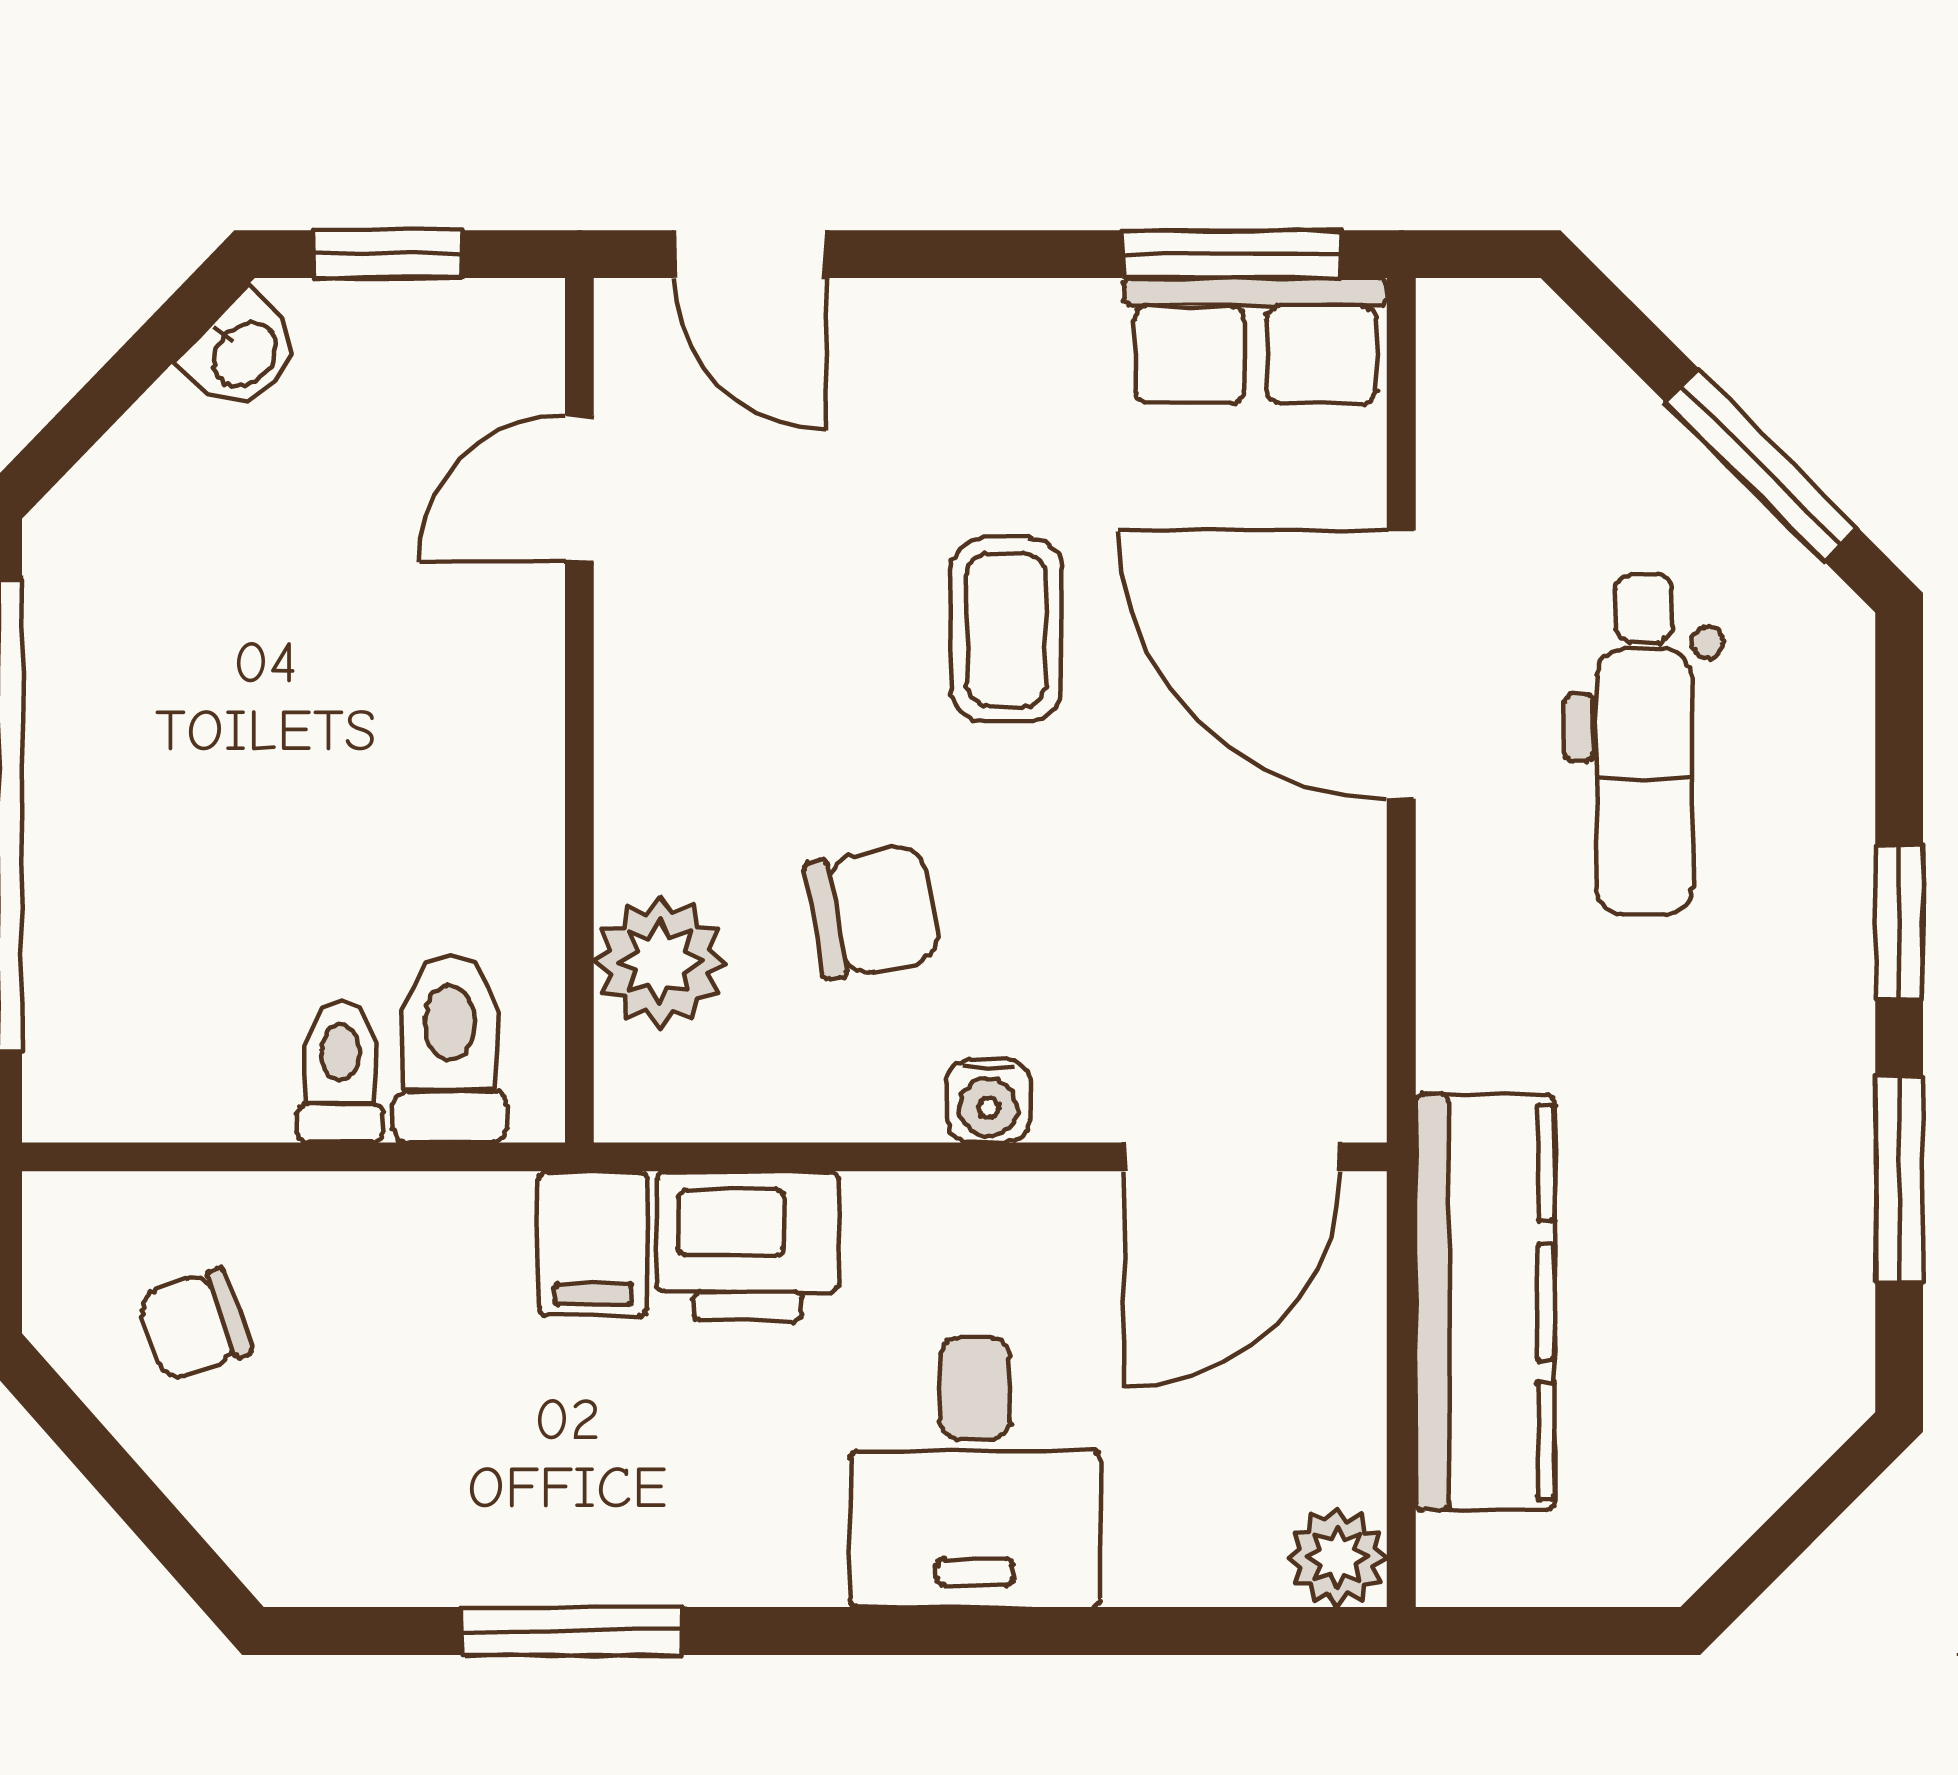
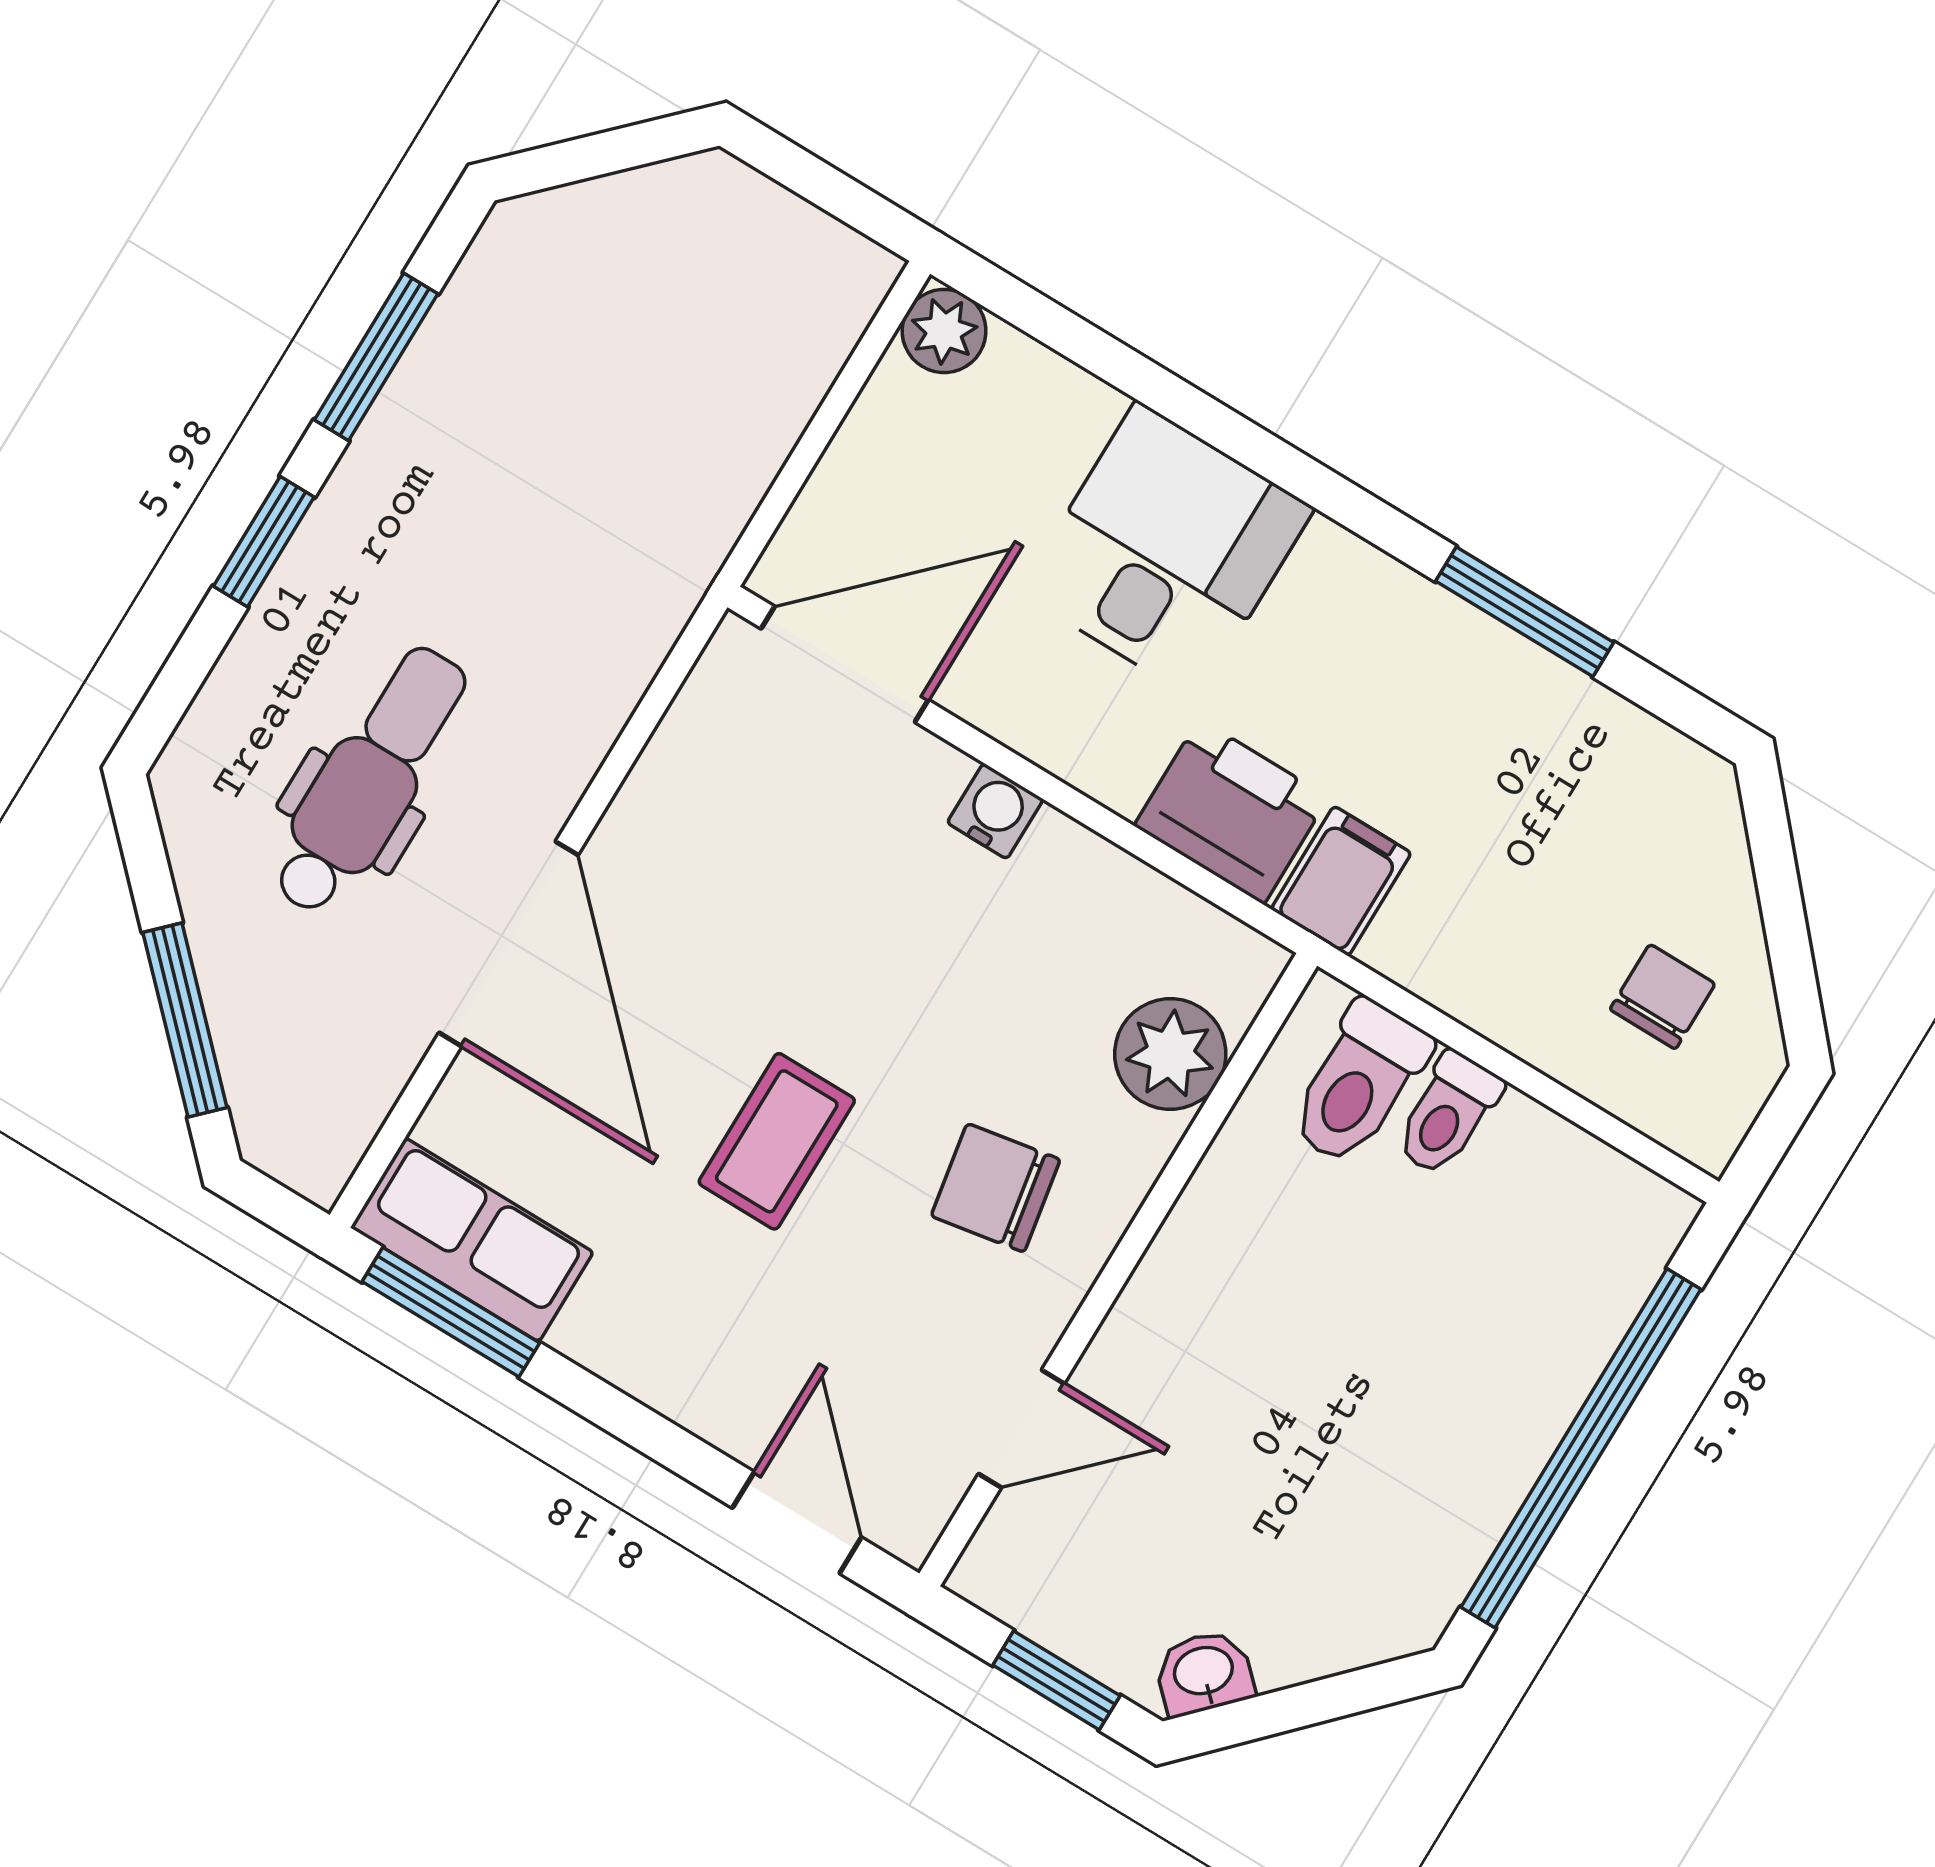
window: (1761, 465) -> (185, 1020), moved
chair: (872, 911) -> (996, 1188), moved
kitchen counter: (1485, 1302) -> (727, 450), removed
chair: (195, 1325) -> (1663, 997), turned -71

